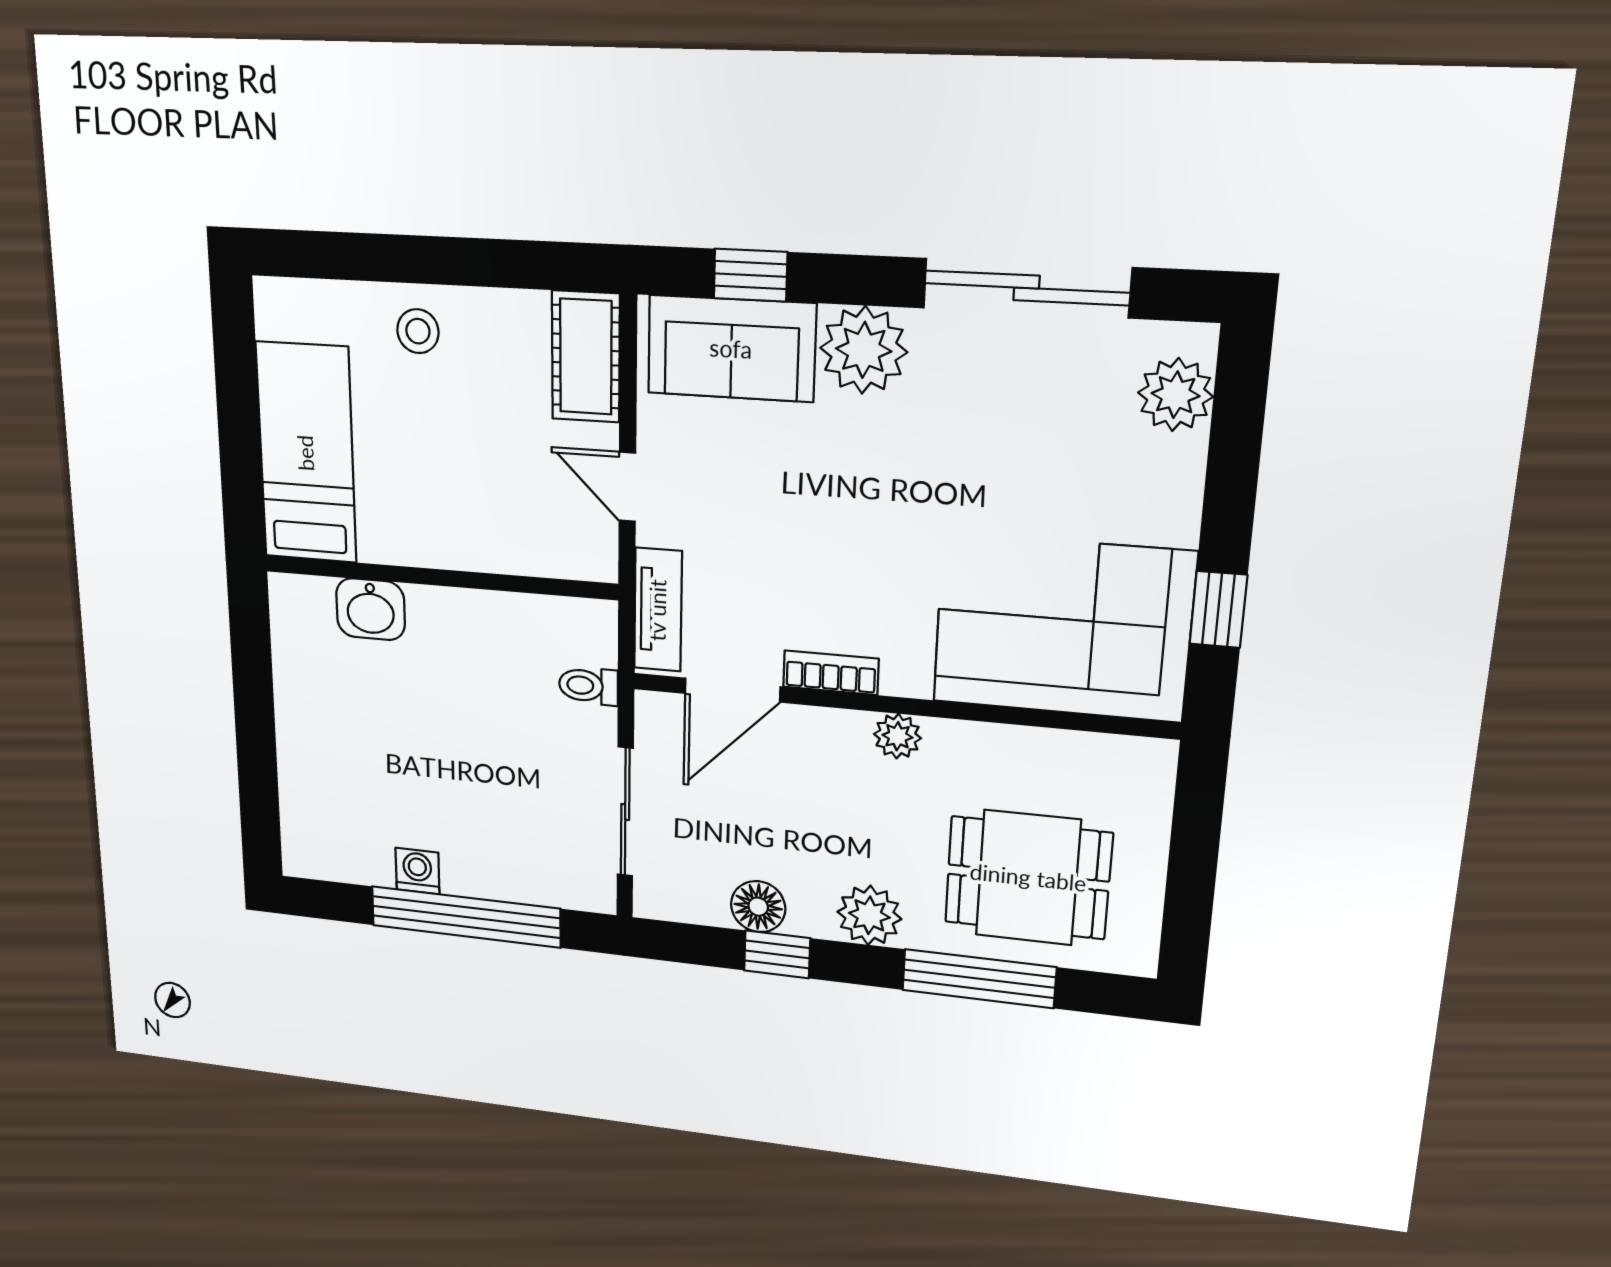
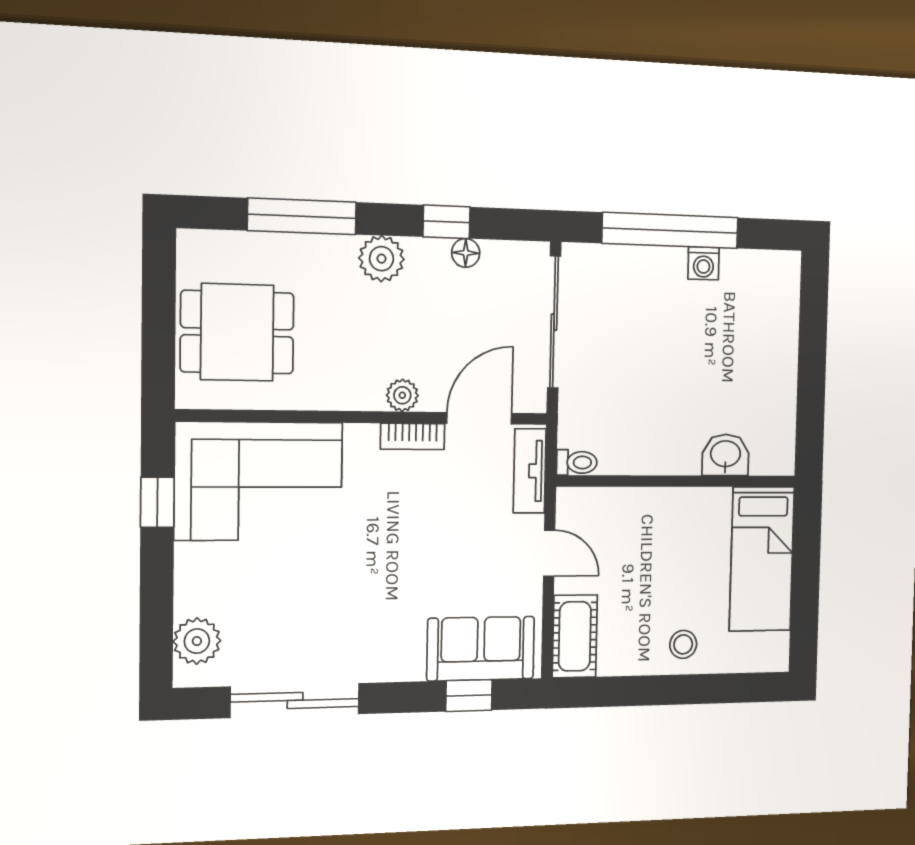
plant: (864, 350) -> (396, 654), removed
toilet: (588, 686) -> (577, 462), moved
plant: (897, 736) -> (402, 395), moved
sliding door: (625, 812) -> (554, 322), width x1.37
dining table: (1028, 878) -> (237, 332), moved
floor lamp: (758, 907) -> (466, 253), width x0.73, depth x0.73

